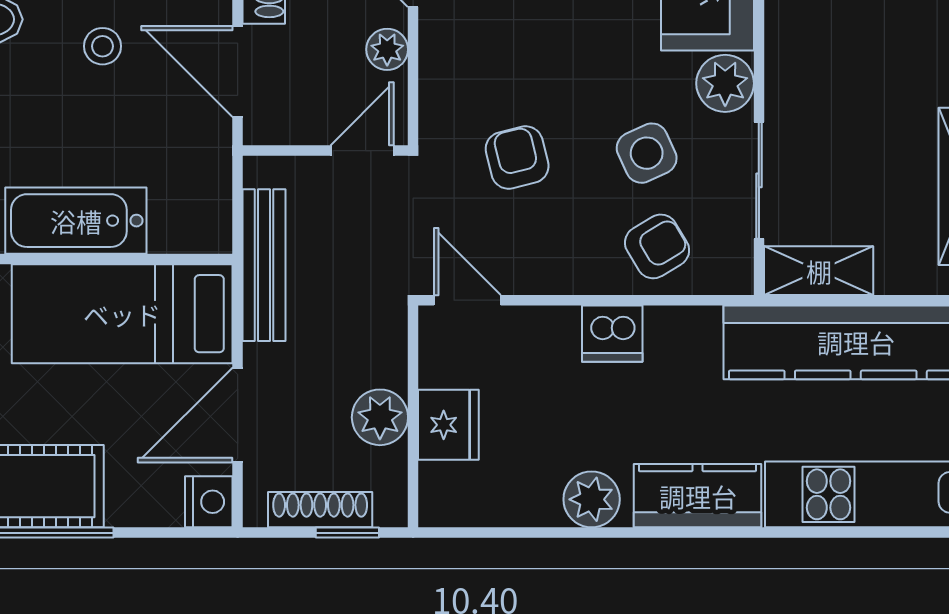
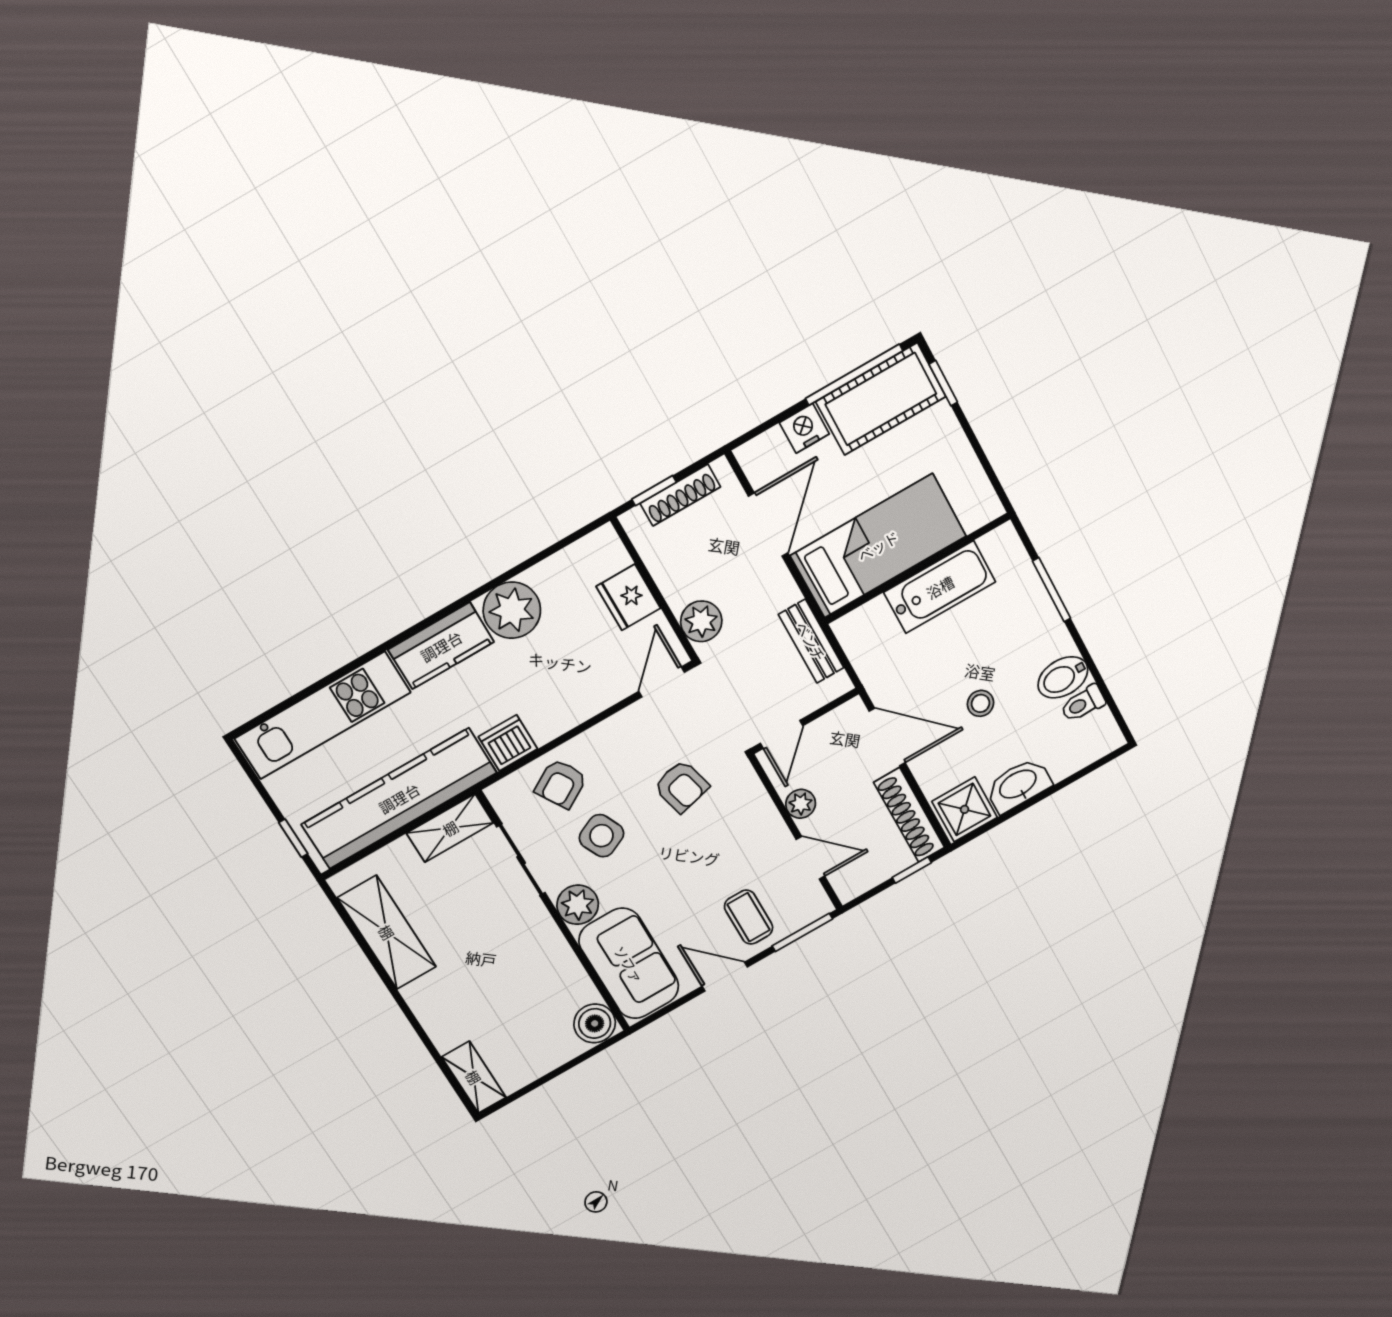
bench: (264, 265) -> (811, 641), width x0.73
door: (467, 300) -> (662, 682), swing flipped
dishwasher: (612, 334) -> (508, 743), moved
plant: (380, 417) -> (701, 621), moved
plant: (592, 499) -> (512, 610), width x1.36, depth x1.36
nightstand: (209, 502) -> (804, 428), moved, turned 90

